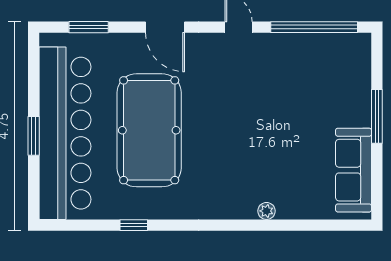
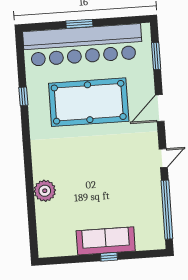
window: (377, 116) -> (109, 257), width x0.46
sofa: (354, 170) -> (106, 241), moved
plant: (266, 211) -> (45, 191), width x1.87, depth x1.87

